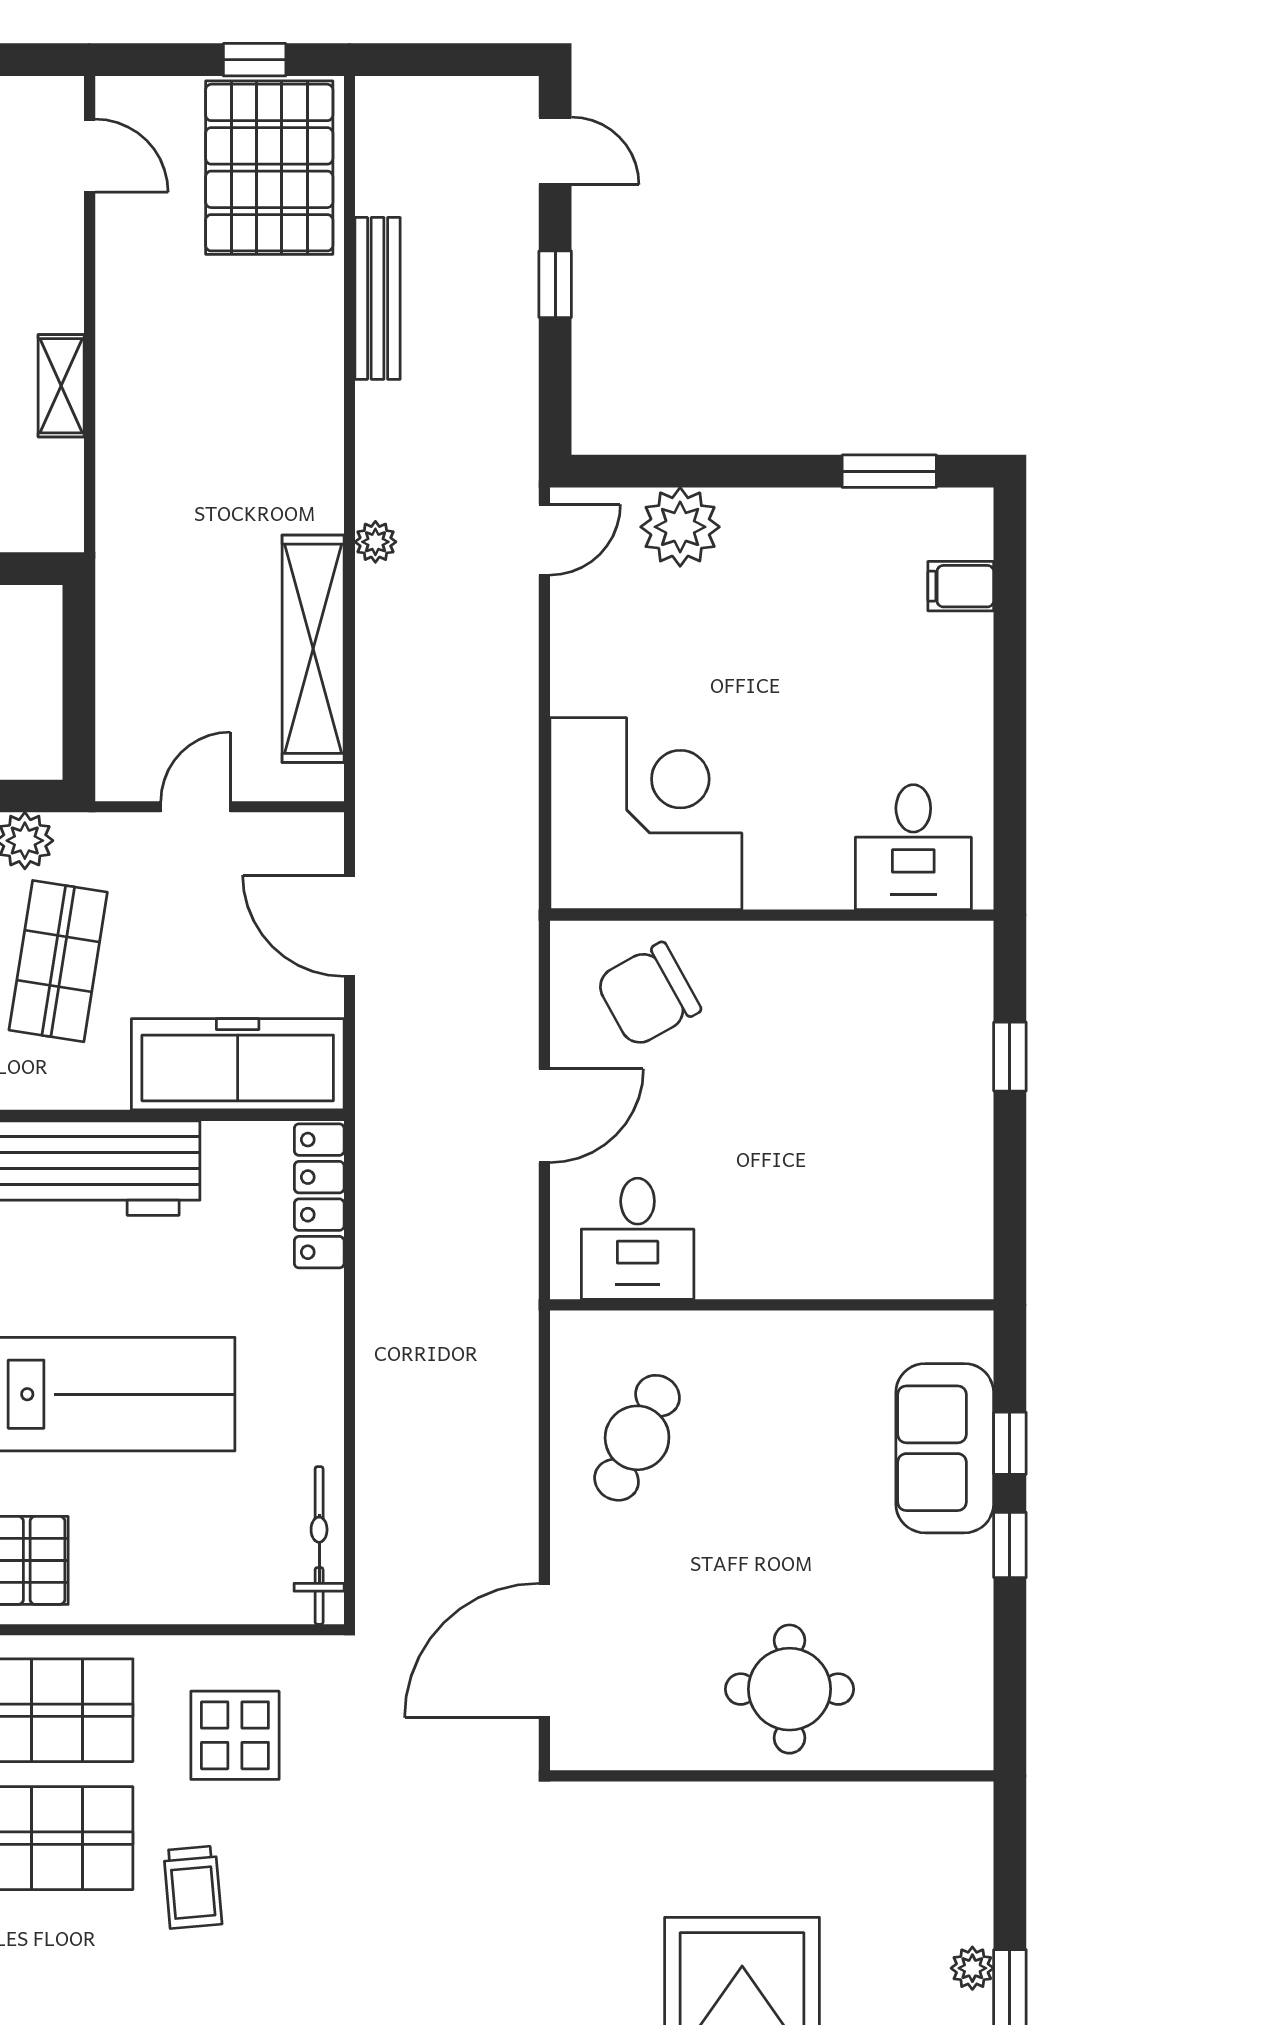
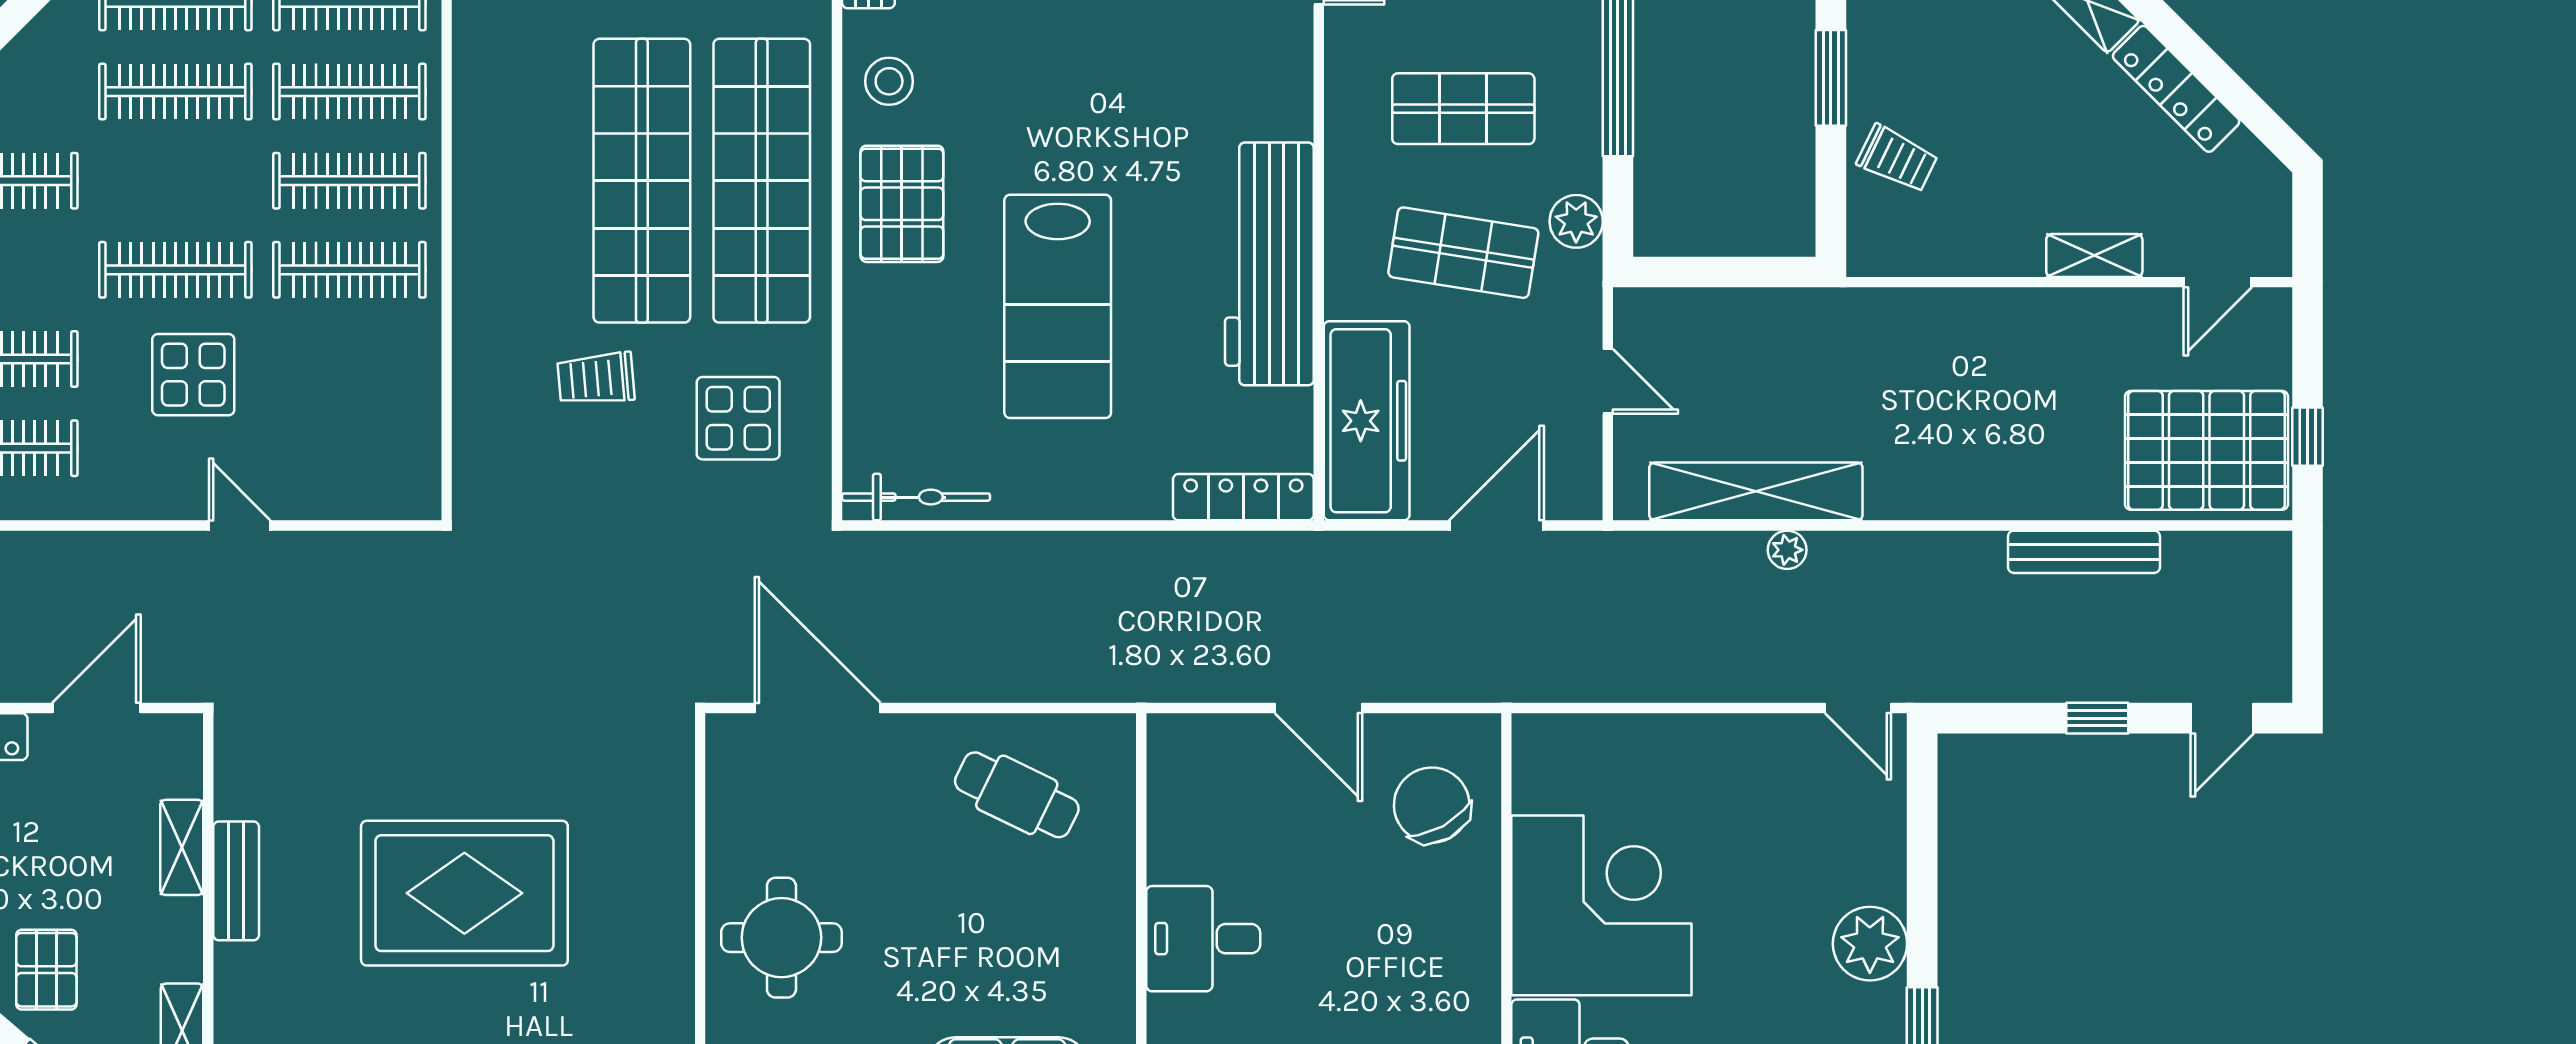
shelving: (61, 386) -> (2094, 255), moved
plant: (680, 527) -> (1870, 944), moved
plant: (375, 542) -> (1787, 550), moved
corner desk: (646, 814) -> (1601, 905), moved, turned -90
desk: (638, 1239) -> (1203, 939), moved

